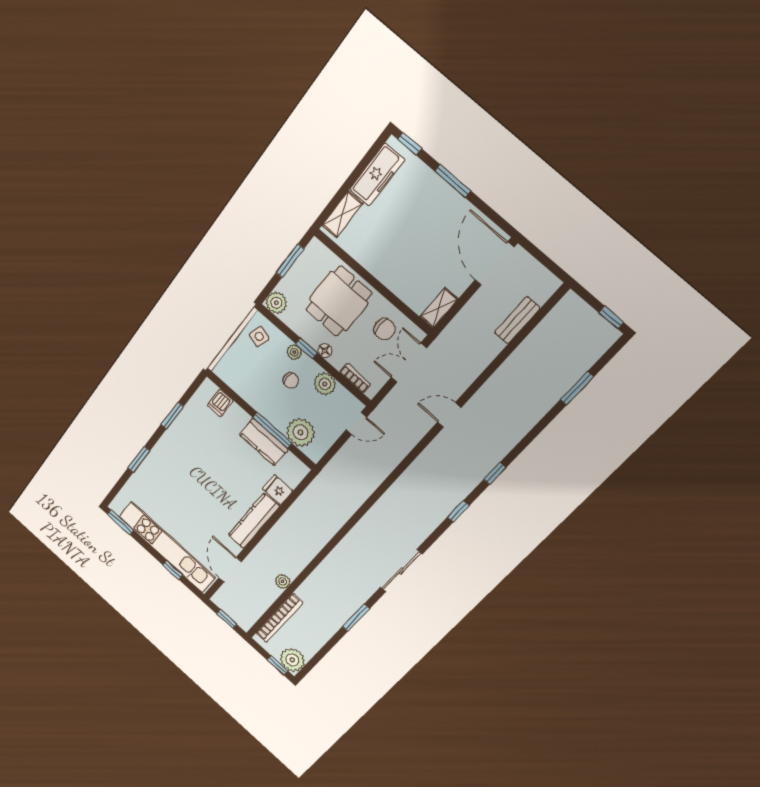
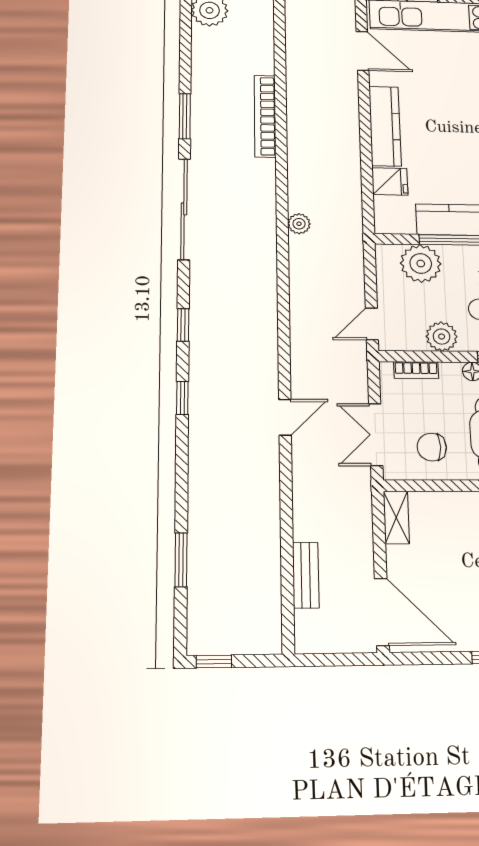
double door: (409, 363) -> (376, 435), swing flipped
sliding door: (401, 571) -> (184, 209), width x1.36
plant: (283, 581) -> (299, 224), moved
bookcase: (279, 618) -> (265, 116), moved

